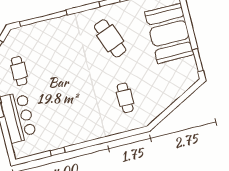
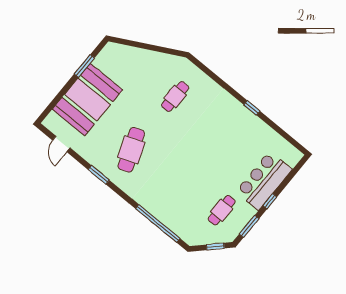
window: (198, 60) -> (84, 66), moved
window: (58, 152) -> (252, 108), moved

